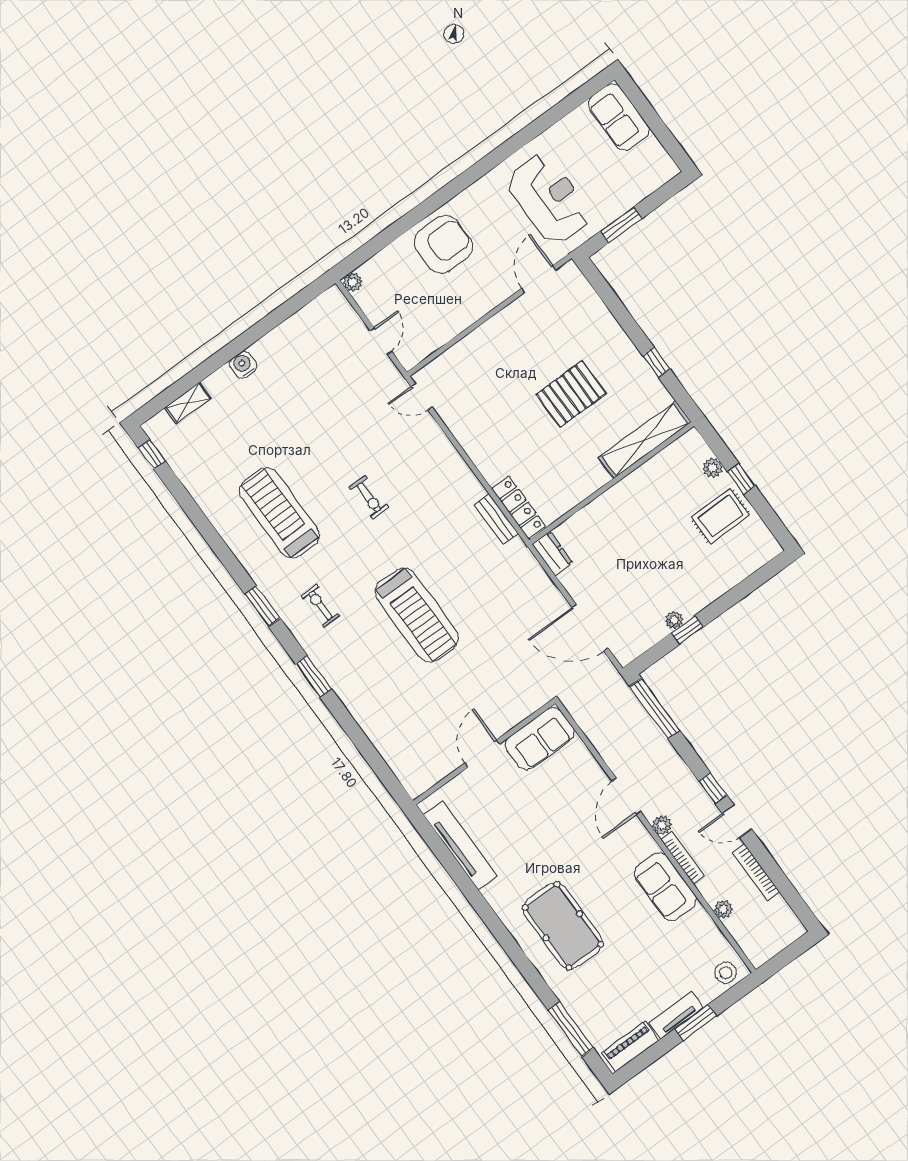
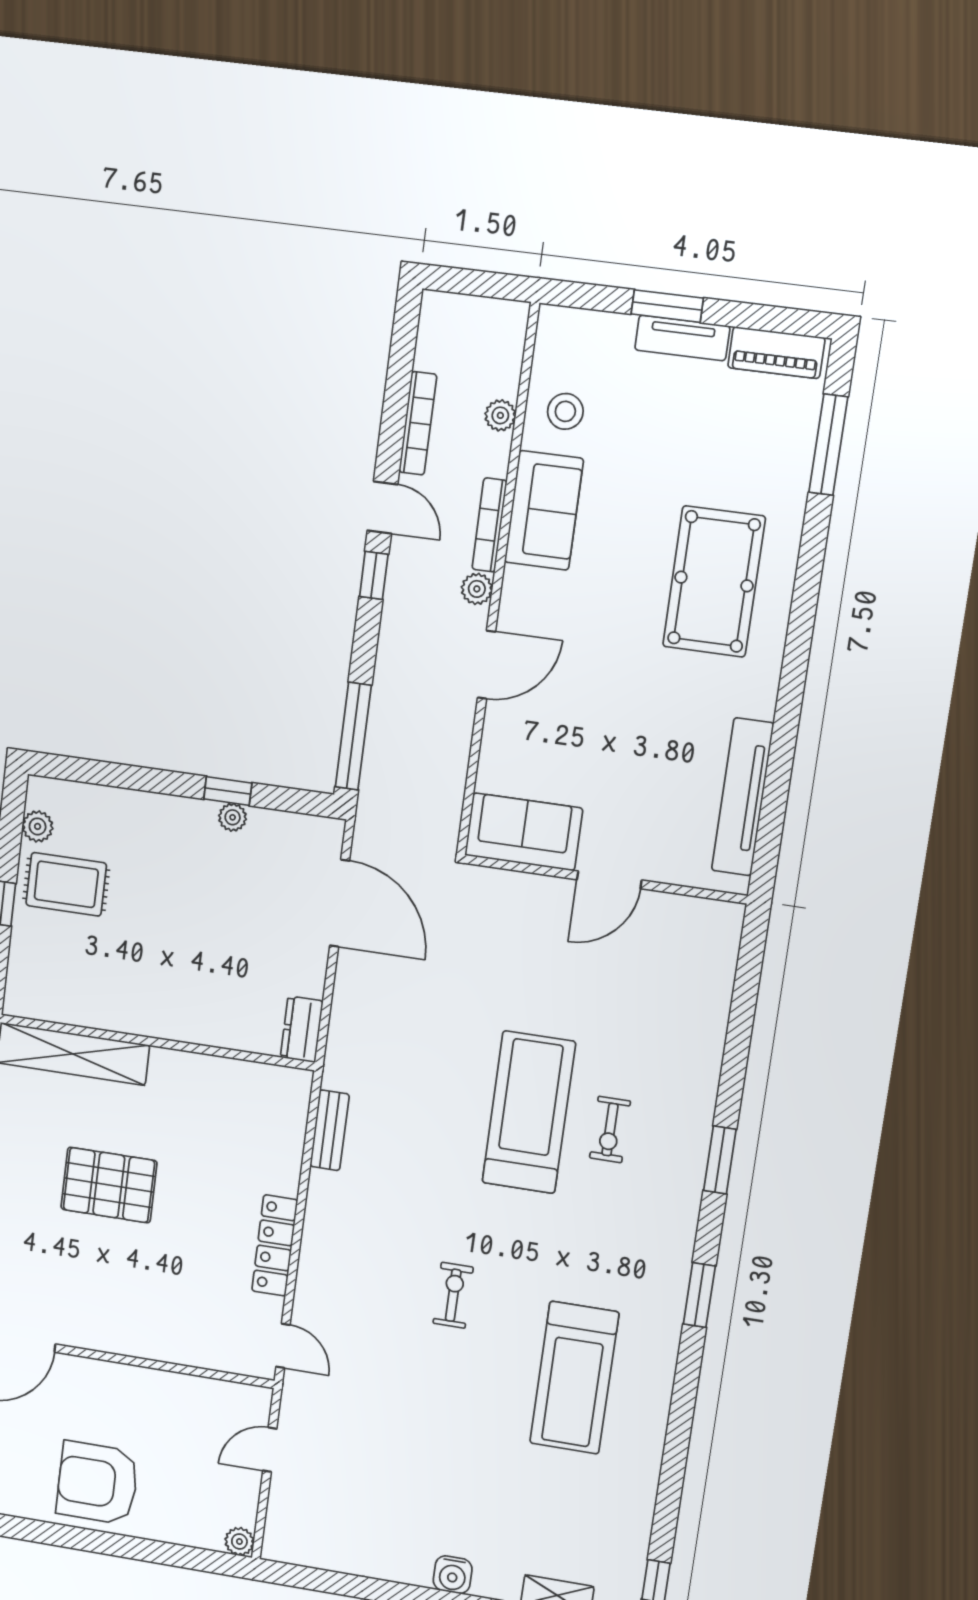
plant: (712, 468) -> (38, 826), moved
locker: (519, 507) -> (275, 1245), moved
exercise bike: (320, 605) -> (610, 1130), moved
stool: (726, 973) -> (565, 411), moved

